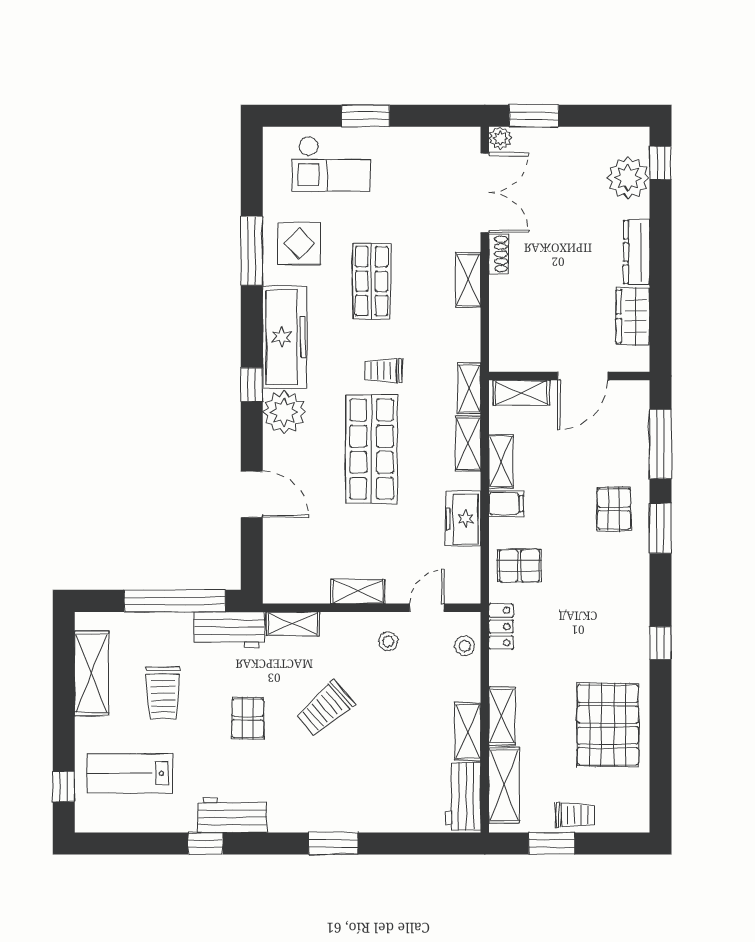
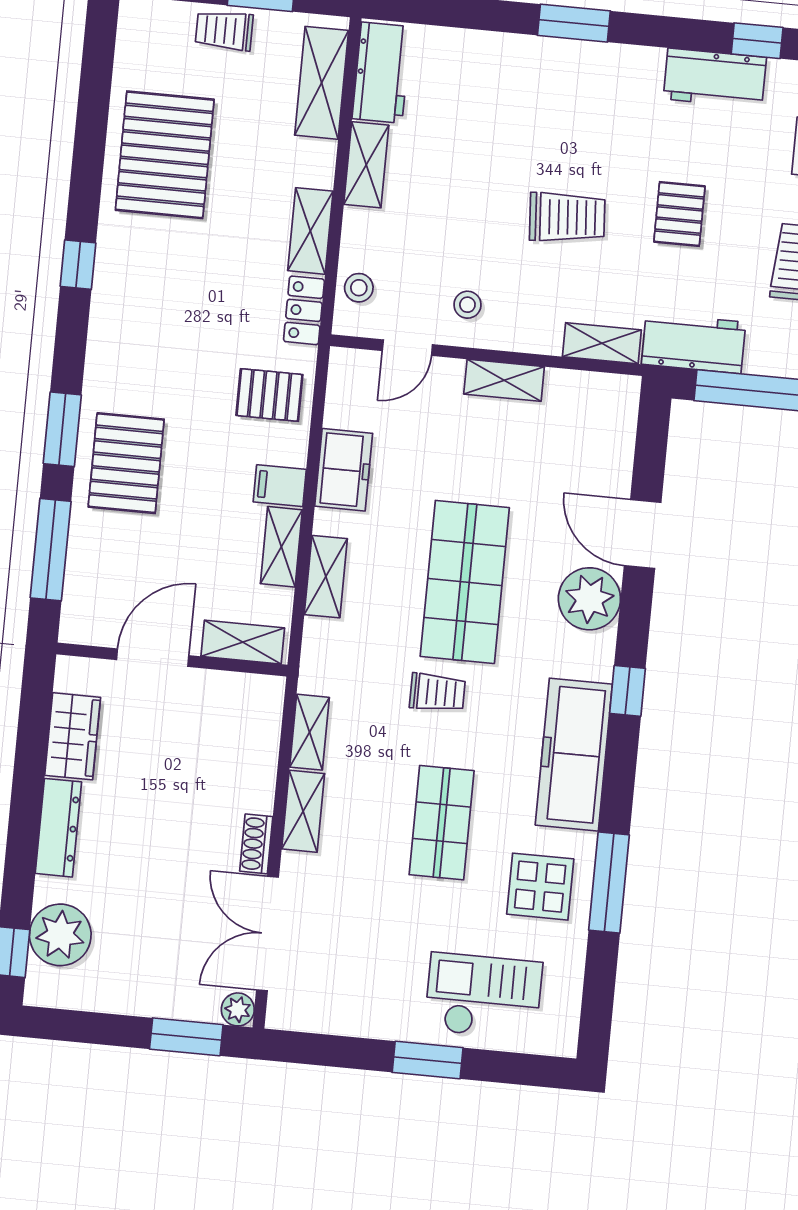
shelving: (469, 388) -> (309, 732), moved
plant: (284, 412) -> (589, 599), moved
pallet: (614, 509) -> (126, 463), width x1.50, depth x1.42
trolley: (325, 709) -> (567, 217), turned 37
shelving: (502, 716) -> (310, 231), moved

